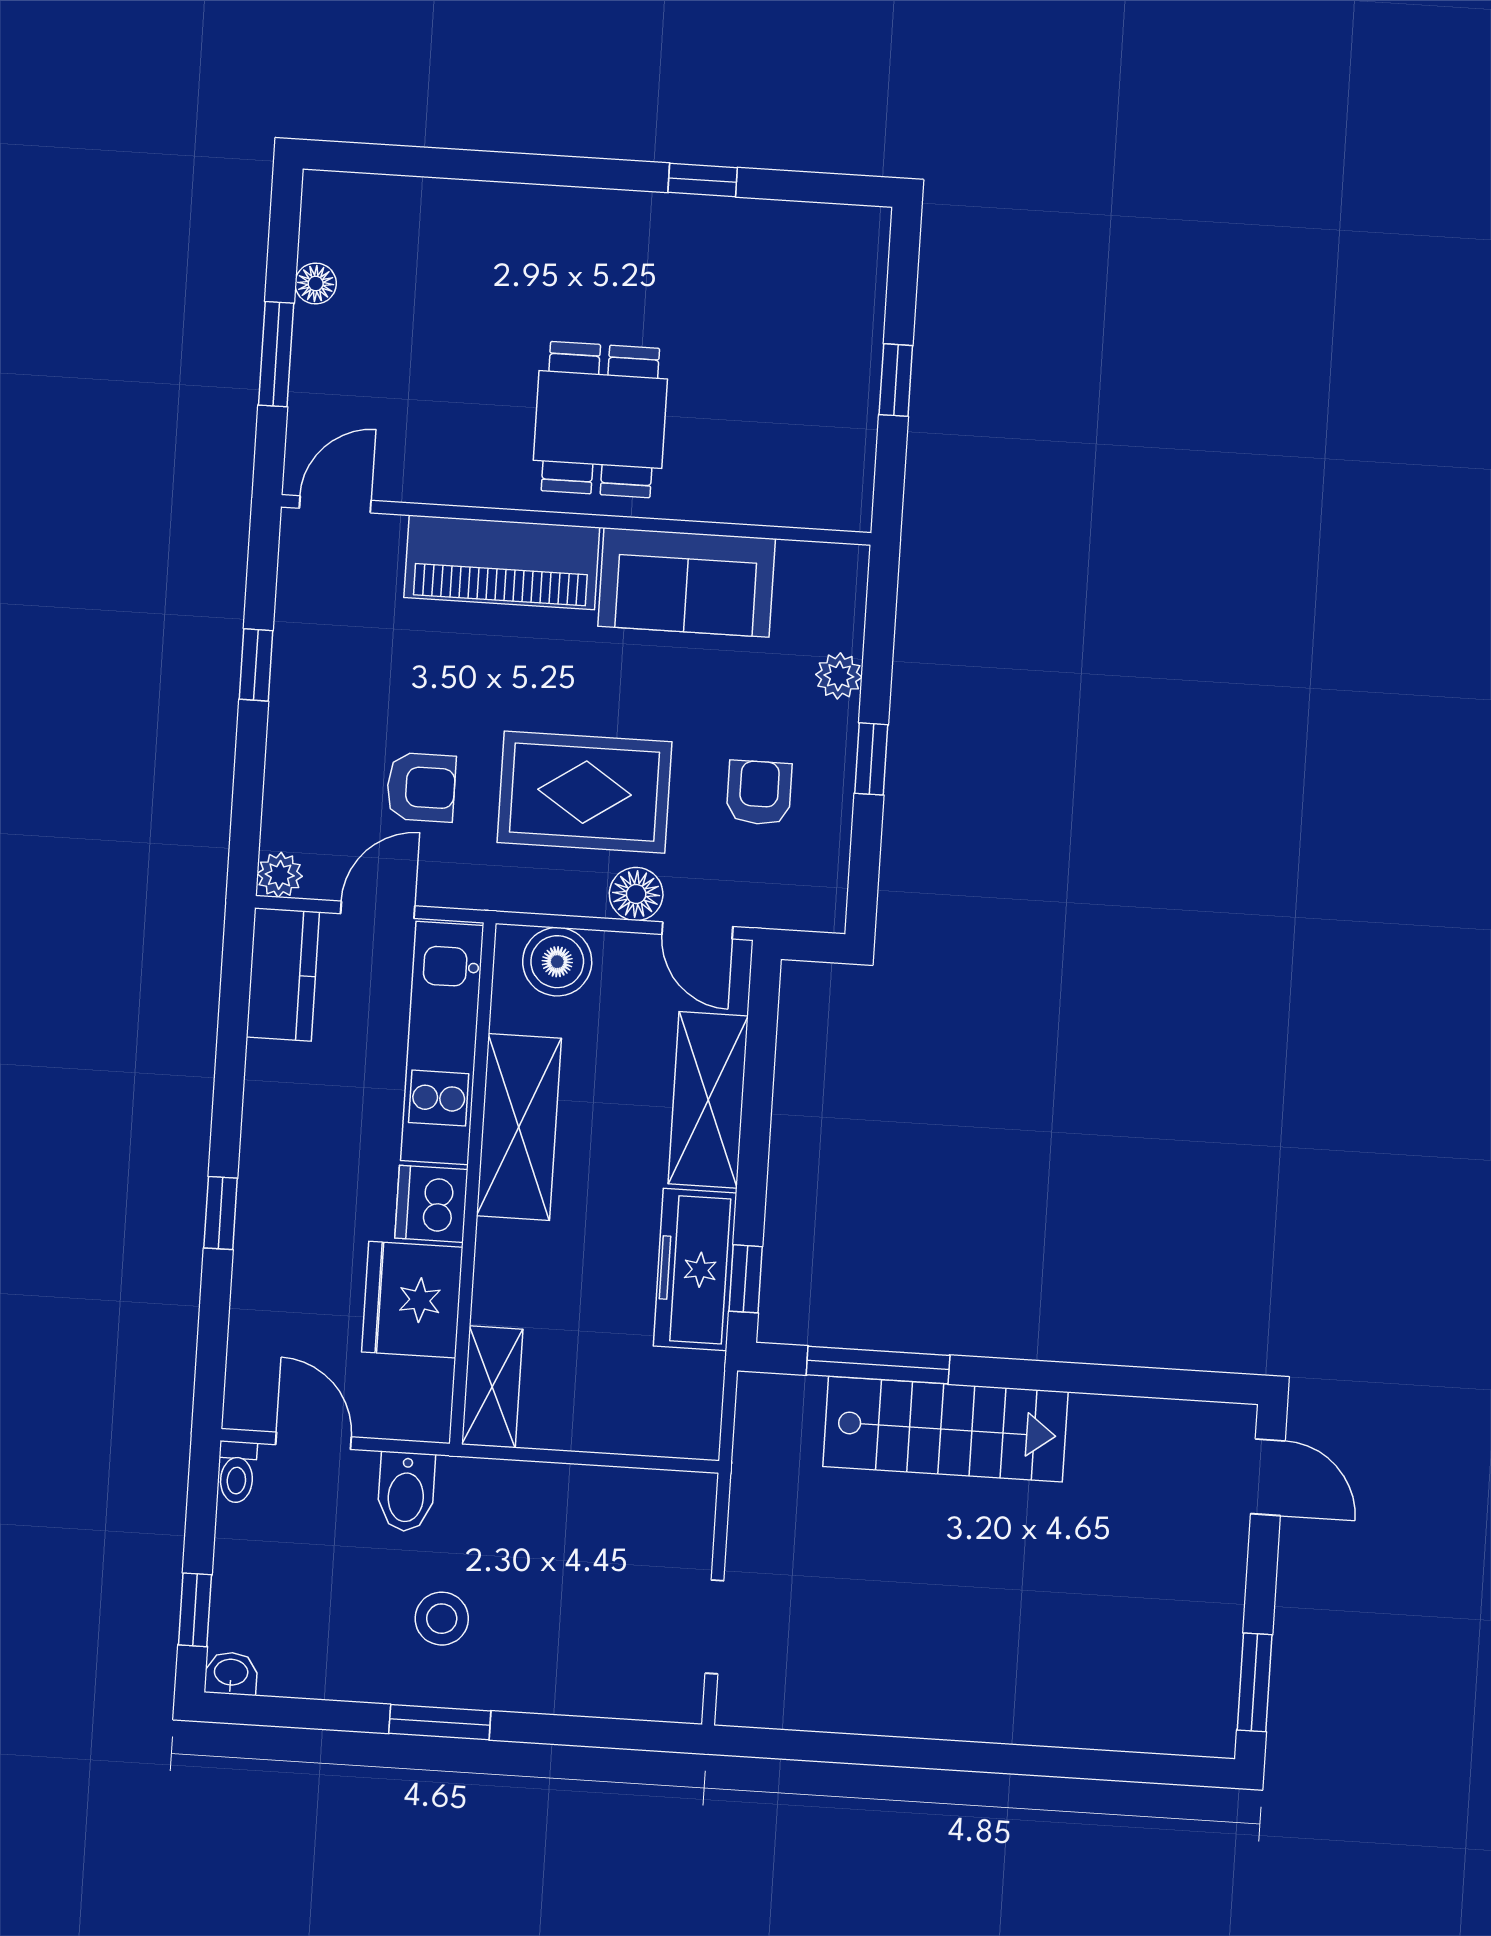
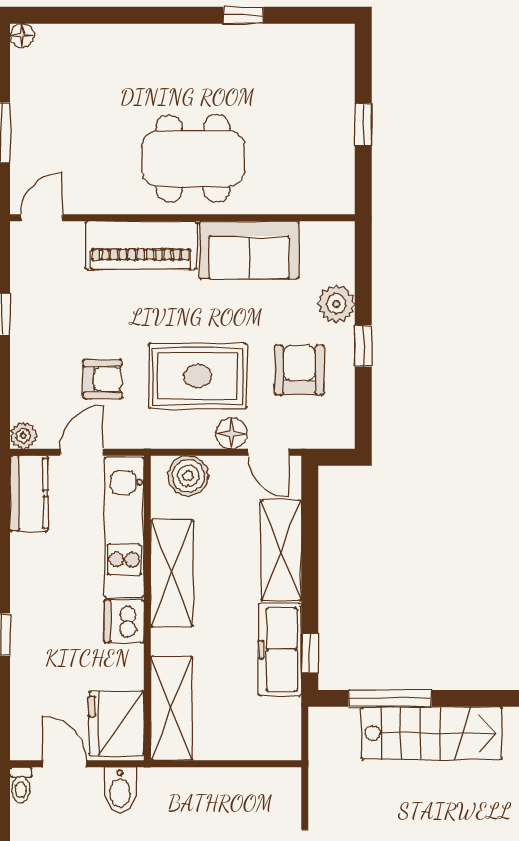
floor lamp: (316, 283) -> (22, 36), moved
dining table: (600, 420) -> (193, 158), width x1.38
plant: (839, 676) -> (336, 304), width x1.38, depth x1.38
armchair: (759, 793) -> (299, 370), width x1.38, depth x1.38
fridge: (412, 1300) -> (116, 723), moved
shelving: (492, 1387) -> (171, 708), width x1.50, depth x1.33

